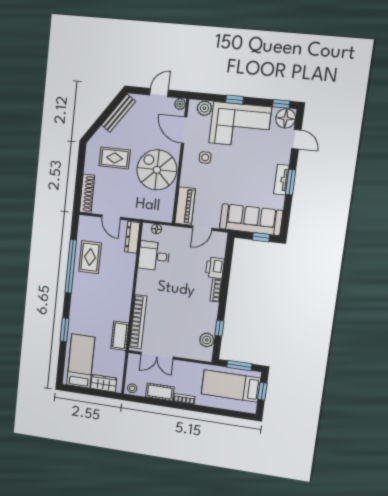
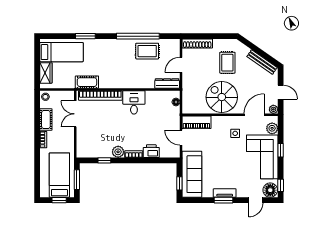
spiral stairs: (157, 170) -> (222, 97), turned -90
desk: (154, 256) -> (134, 102), moved
plant: (207, 340) -> (118, 152), moved

